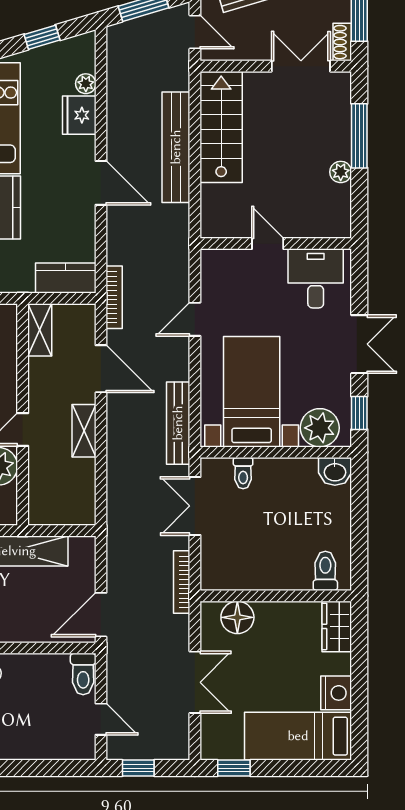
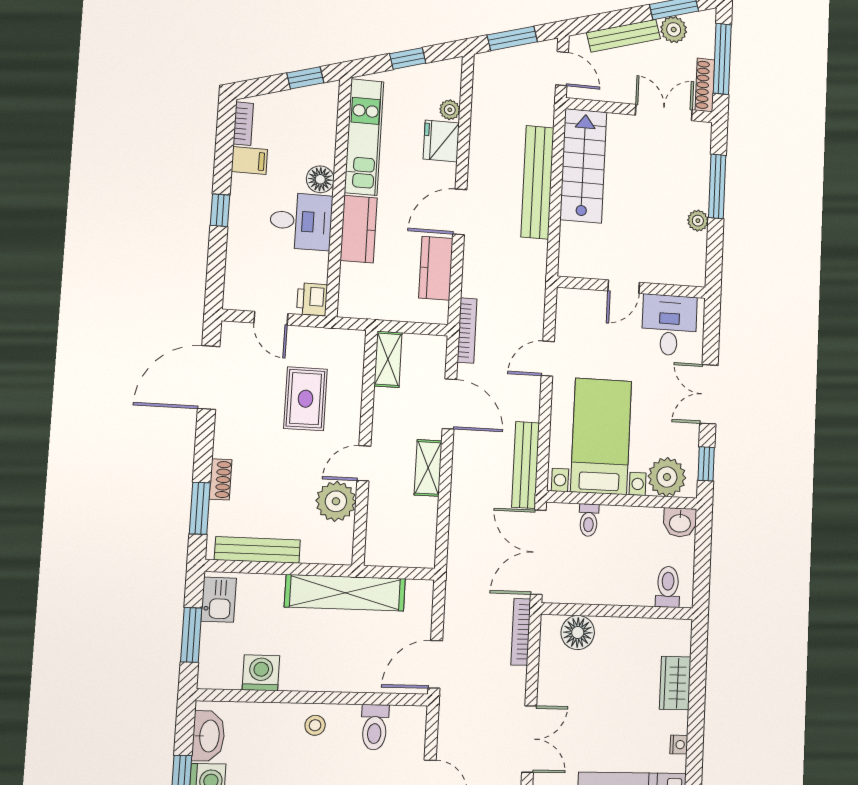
shoe rack: (342, 42) -> (705, 85), width x1.43
door: (101, 183) -> (460, 212), swing flipped
door: (268, 244) -> (624, 287), swing flipped
kitchen counter: (66, 278) -> (436, 268), moved, turned -90
double door: (359, 344) -> (709, 394), swing flipped
double door: (195, 506) -> (538, 552), width x1.37
toilet: (325, 571) -> (668, 587), moved
wall: (276, 596) -> (617, 611), moved
floor lamp: (237, 617) -> (578, 632), moved
toilet: (83, 674) -> (375, 727), moved
nightstand: (336, 693) -> (679, 745), width x0.53, depth x0.56

